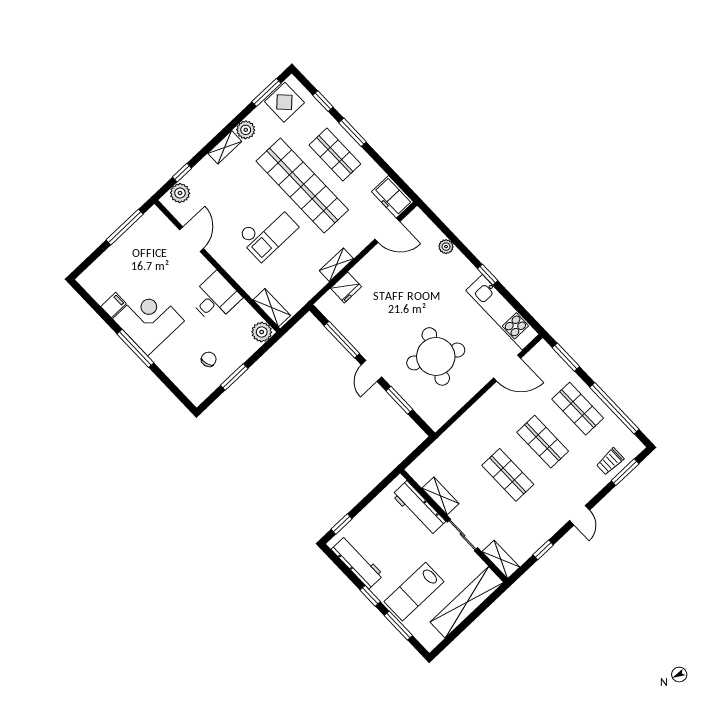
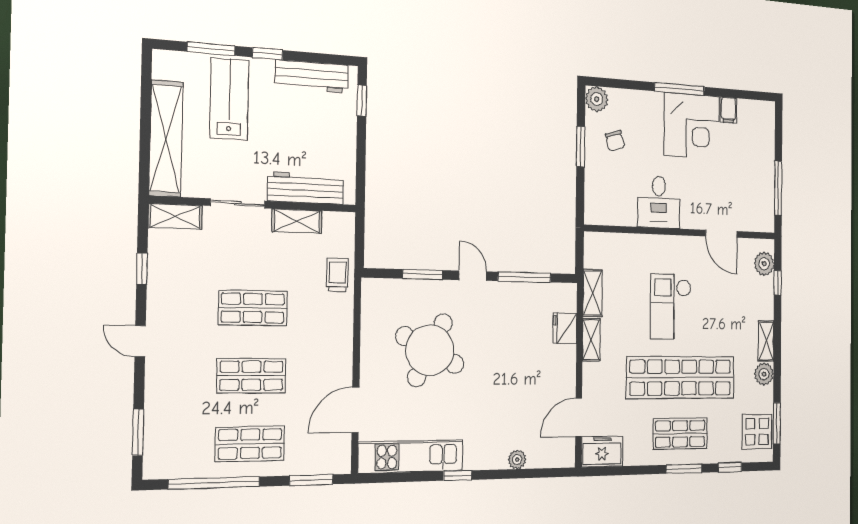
shelving: (272, 308) -> (593, 293), moved, turned 90
plant: (262, 332) -> (597, 99), moved
trolley: (610, 461) -> (337, 275), moved

